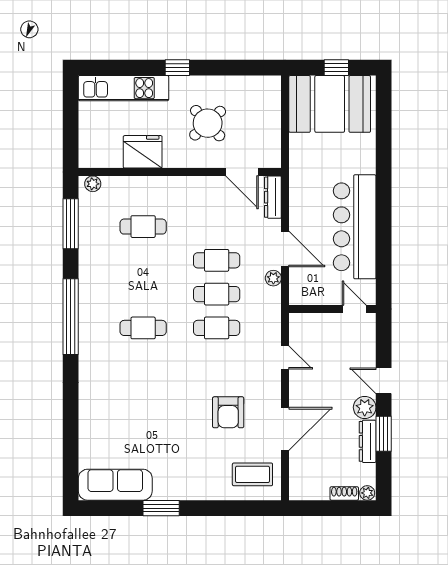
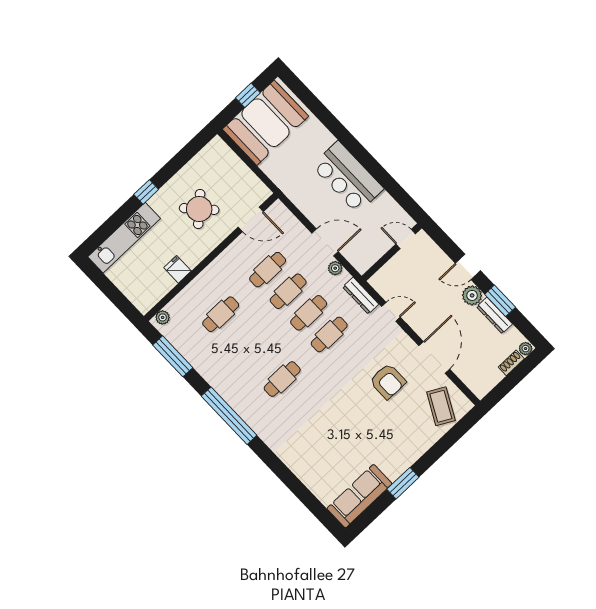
fridge: (143, 152) -> (178, 269), width x0.53, depth x0.75
dresser: (273, 197) -> (361, 296), moved
cafe table: (217, 227) -> (268, 270), added
bar counter: (355, 227) -> (348, 177), width x0.73
coffee table: (252, 474) -> (441, 406), turned -62

